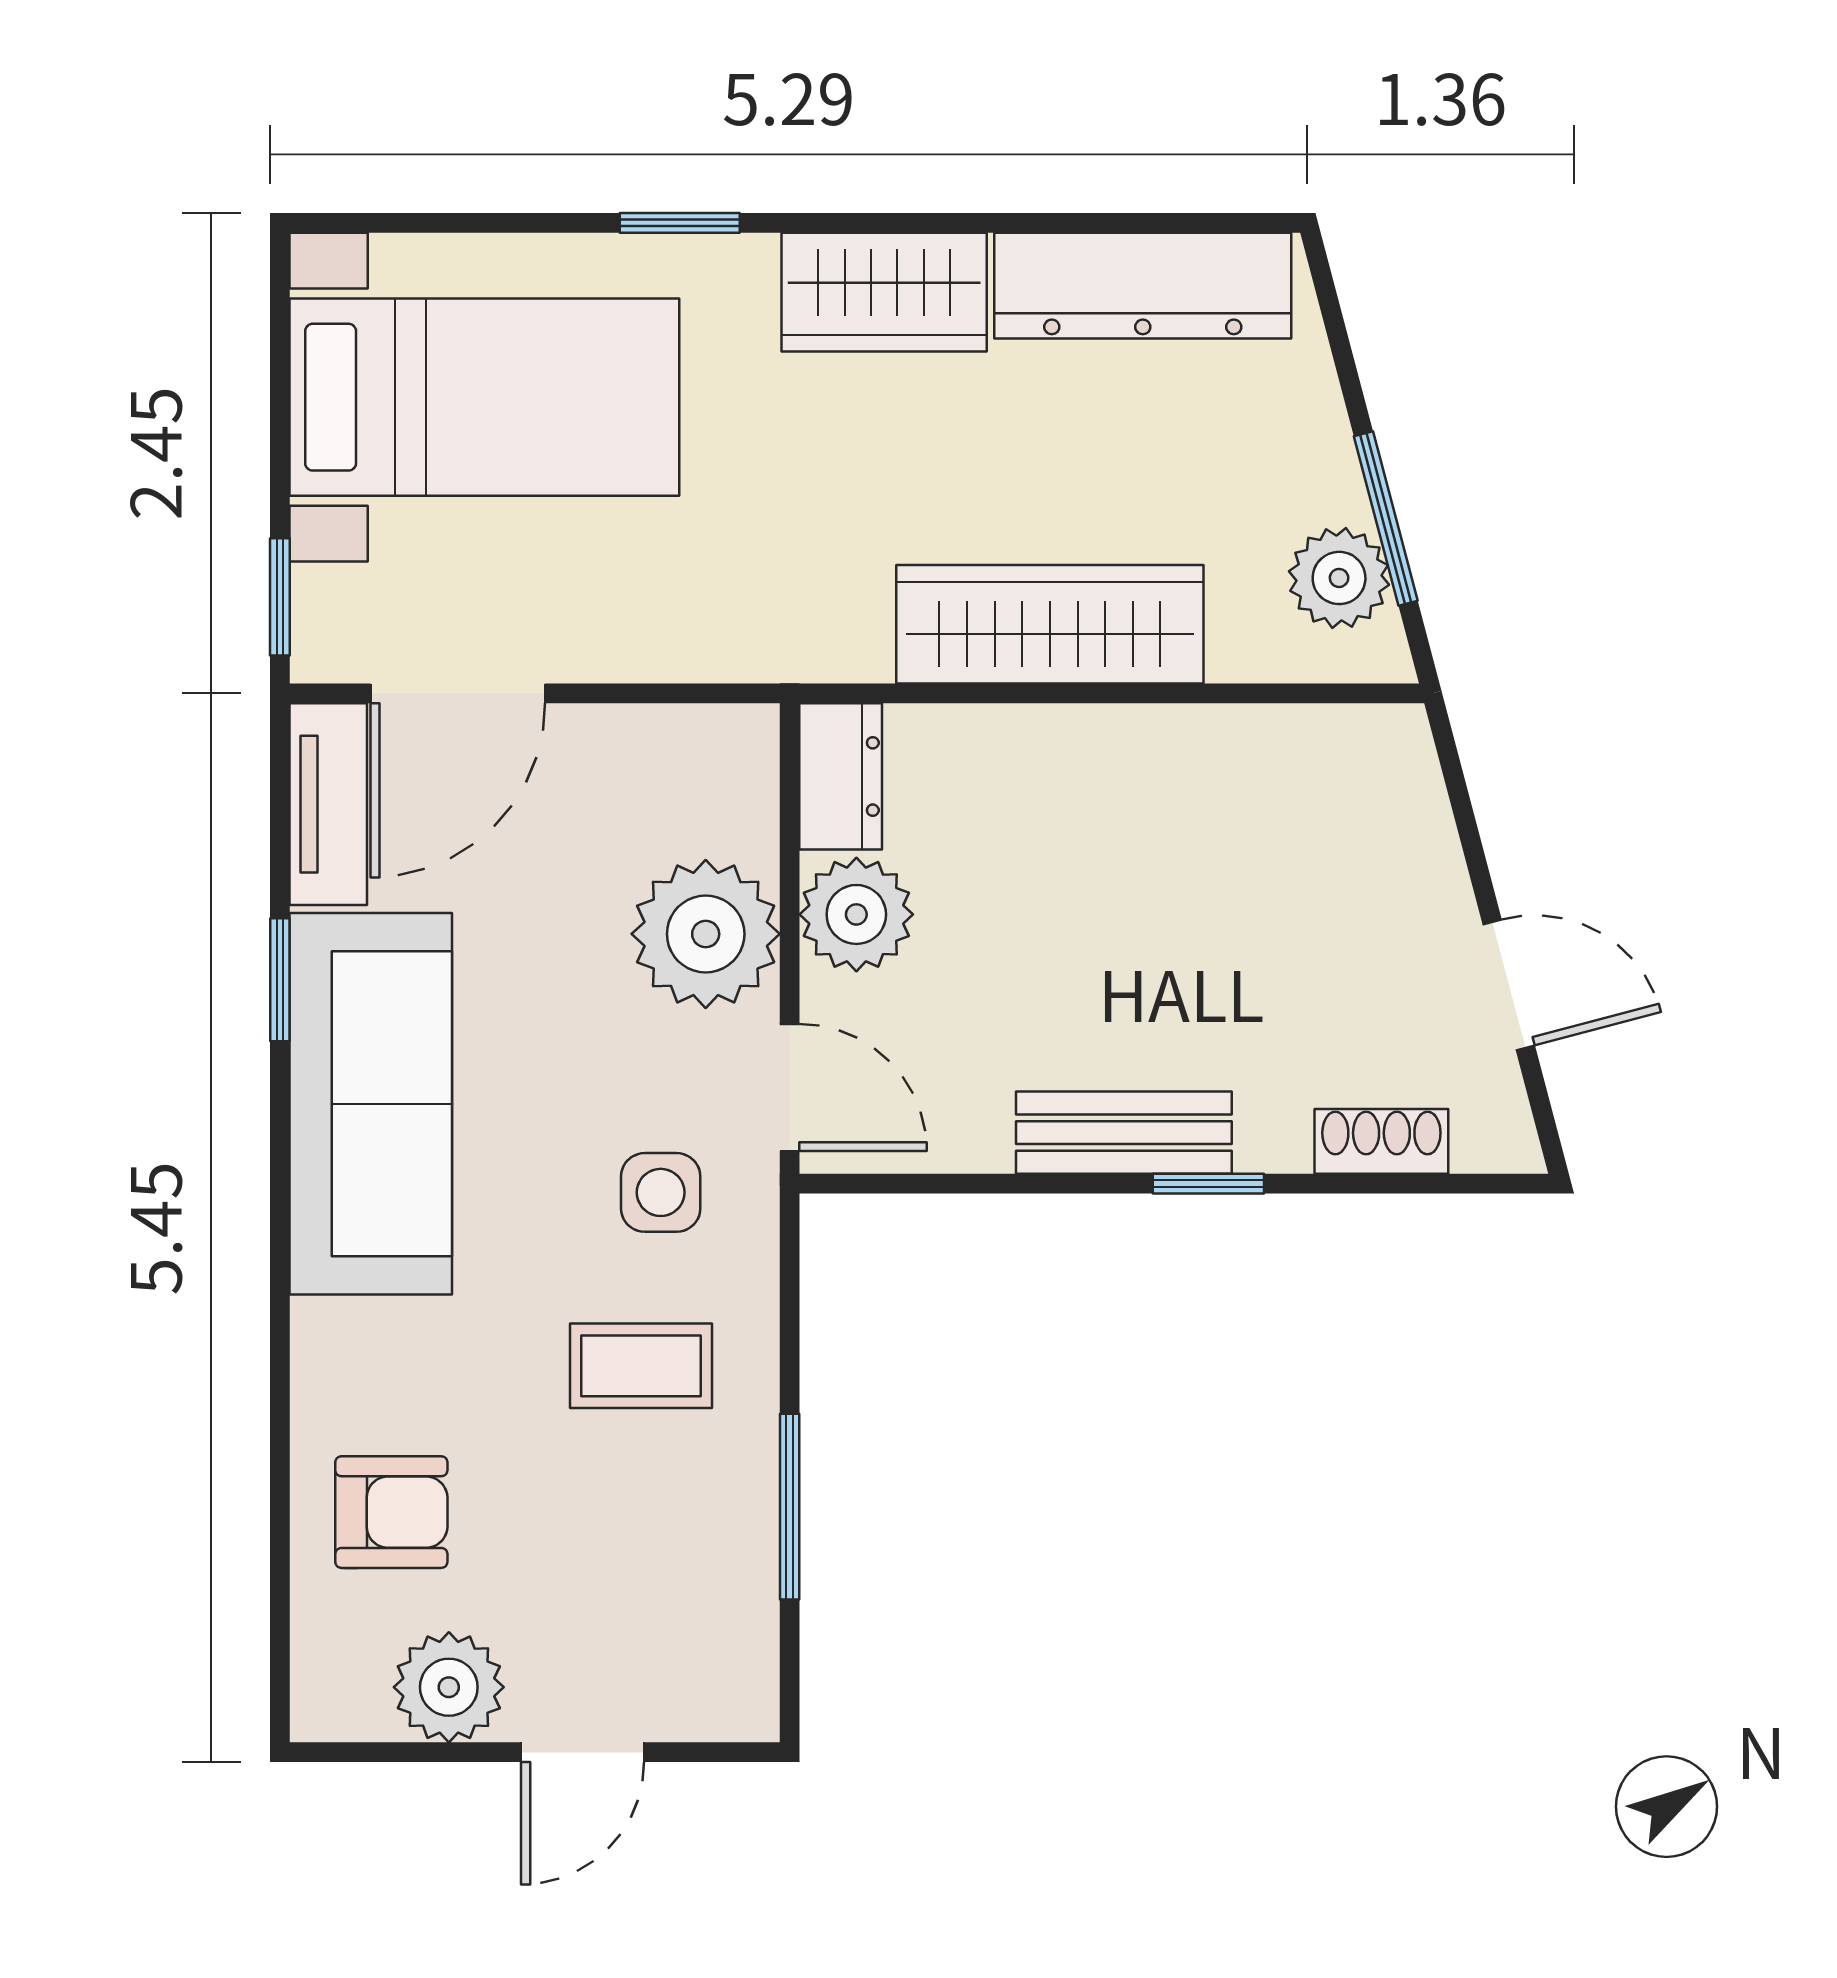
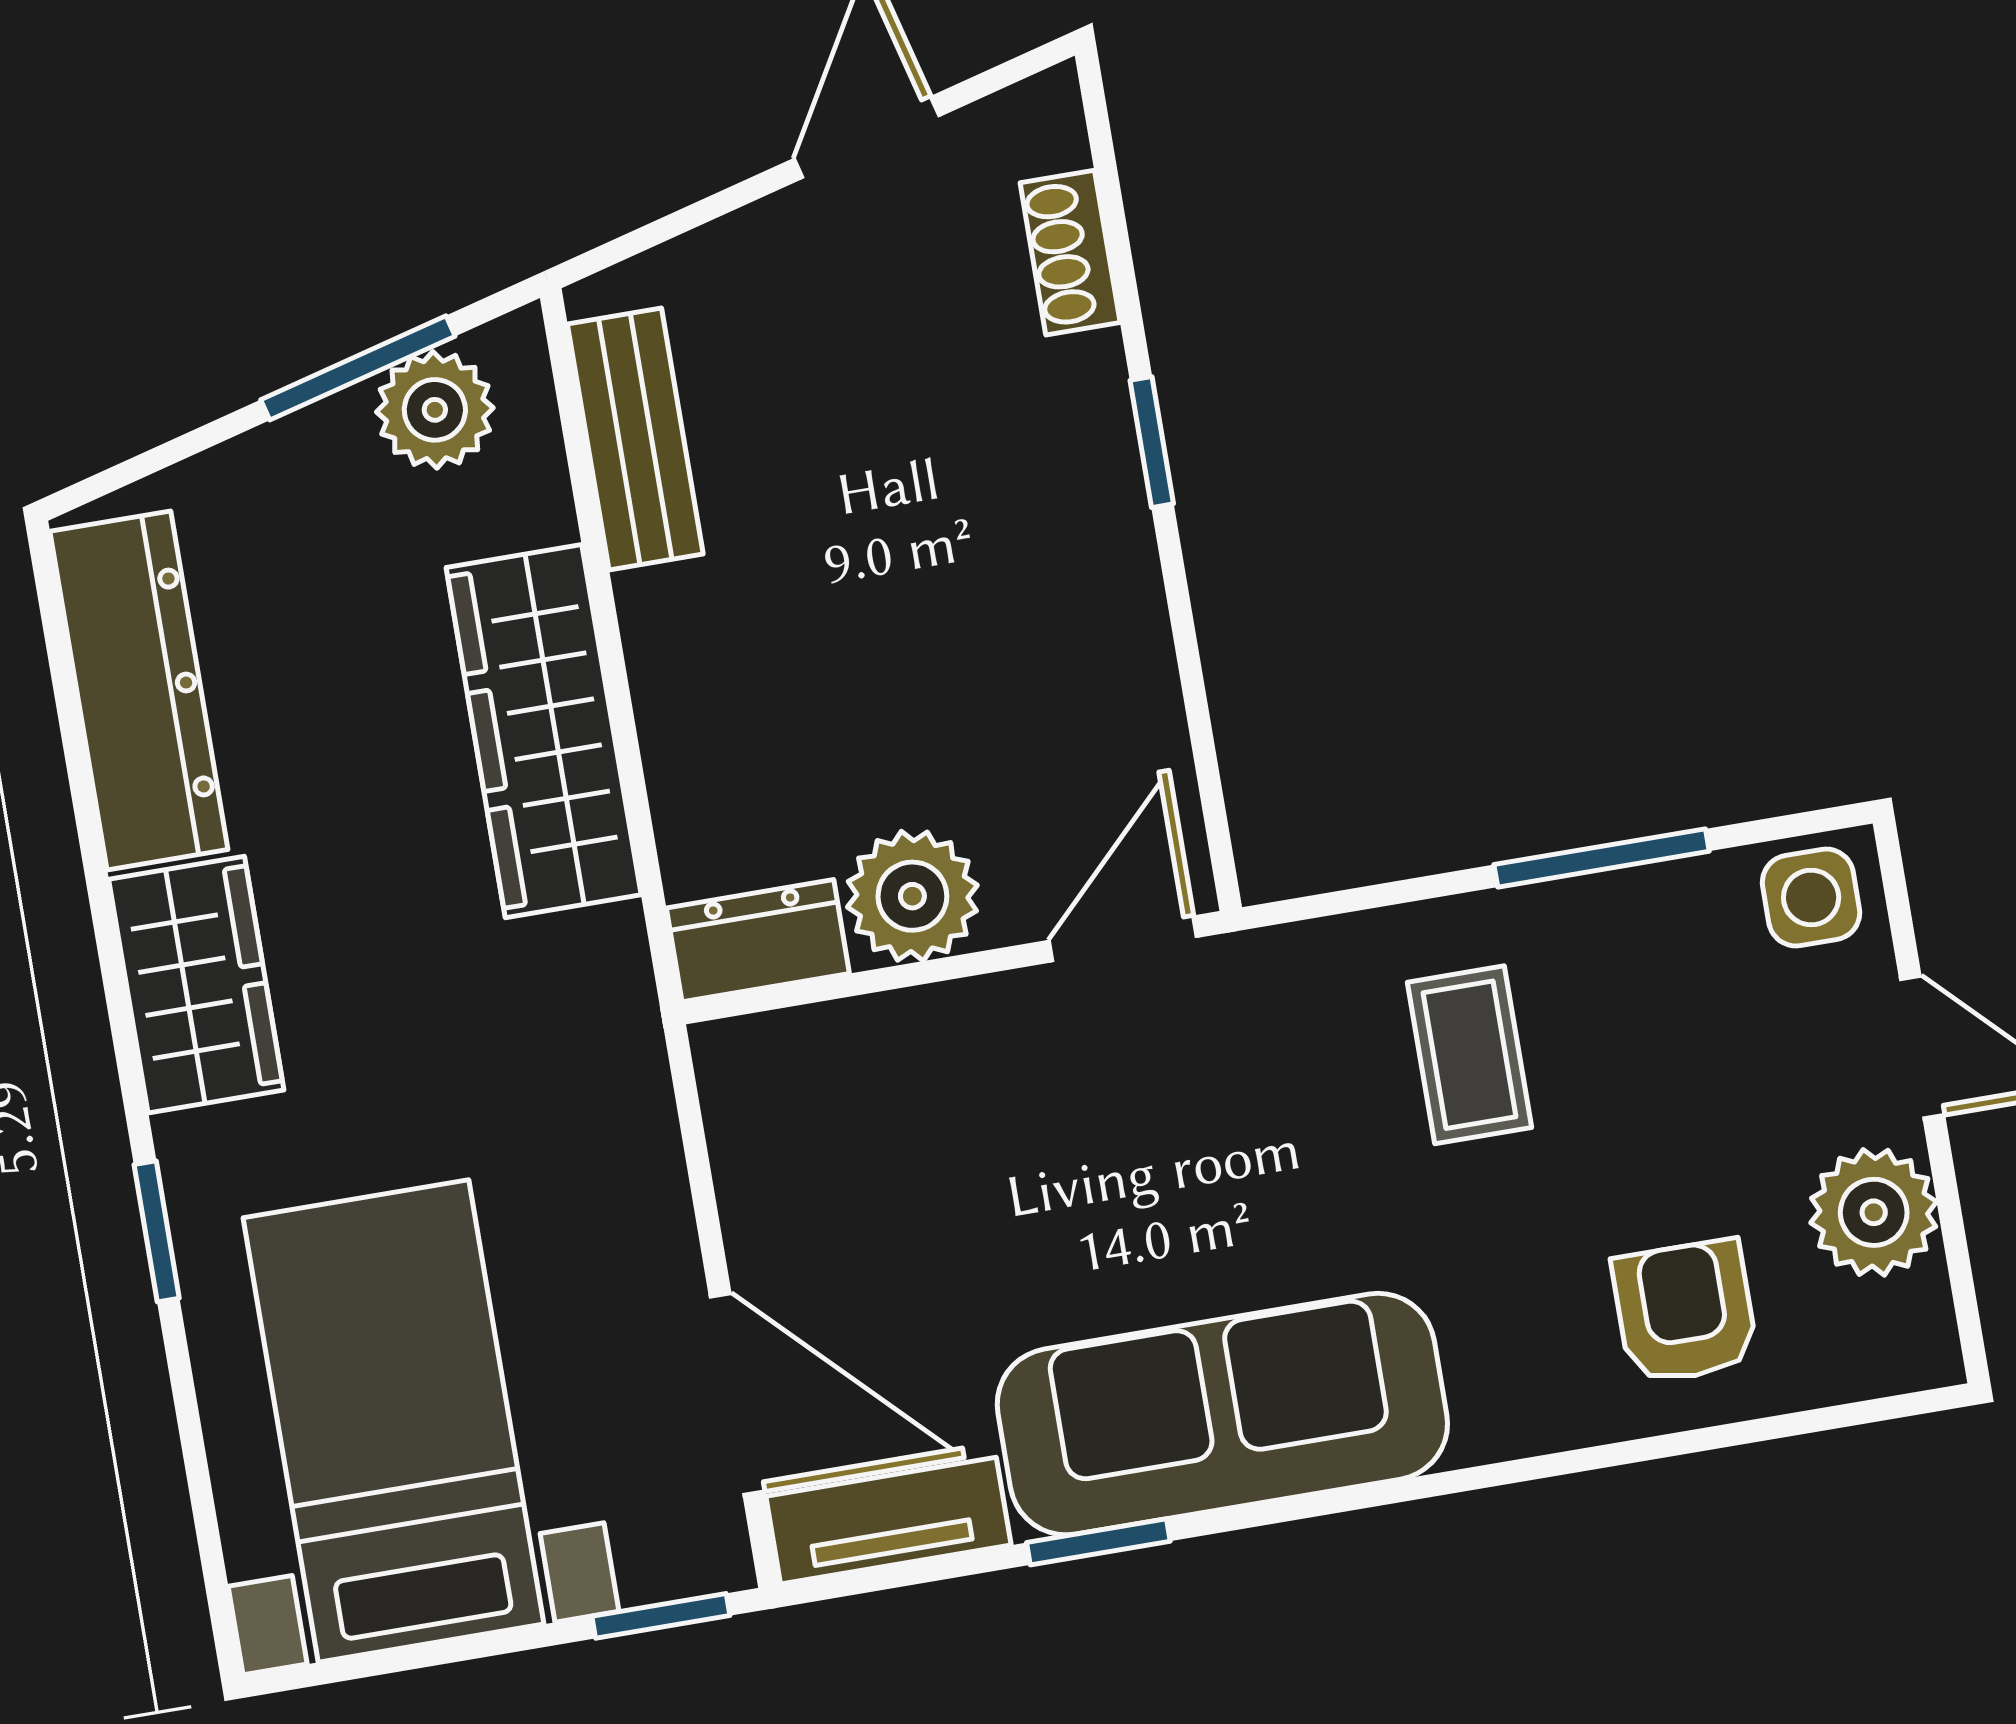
plant: (706, 934) -> (964, 1064), removed
bench: (1124, 1133) -> (635, 439), moved
side table: (661, 1192) -> (1811, 898), moved

